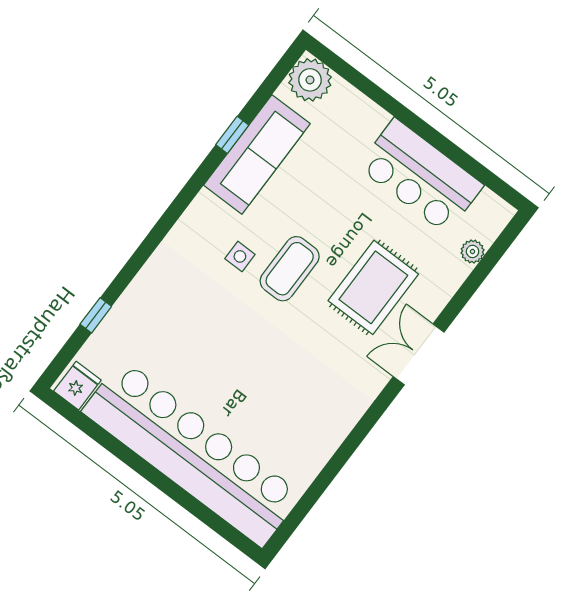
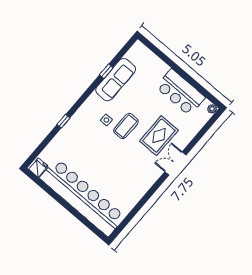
plant: (310, 80) -> (139, 51), removed
plant: (473, 251) -> (212, 109), moved
window: (96, 315) -> (63, 121), moved

